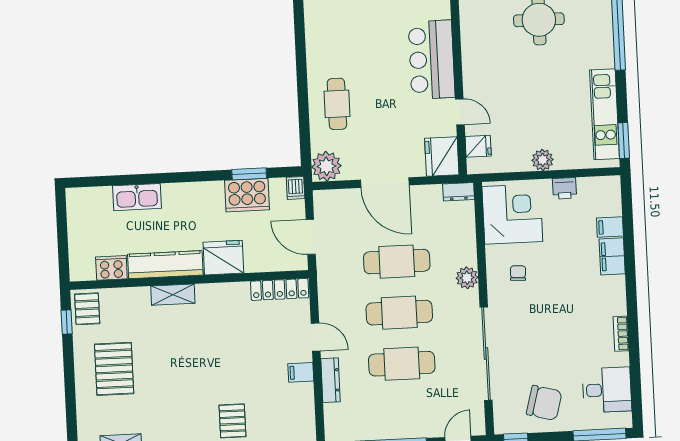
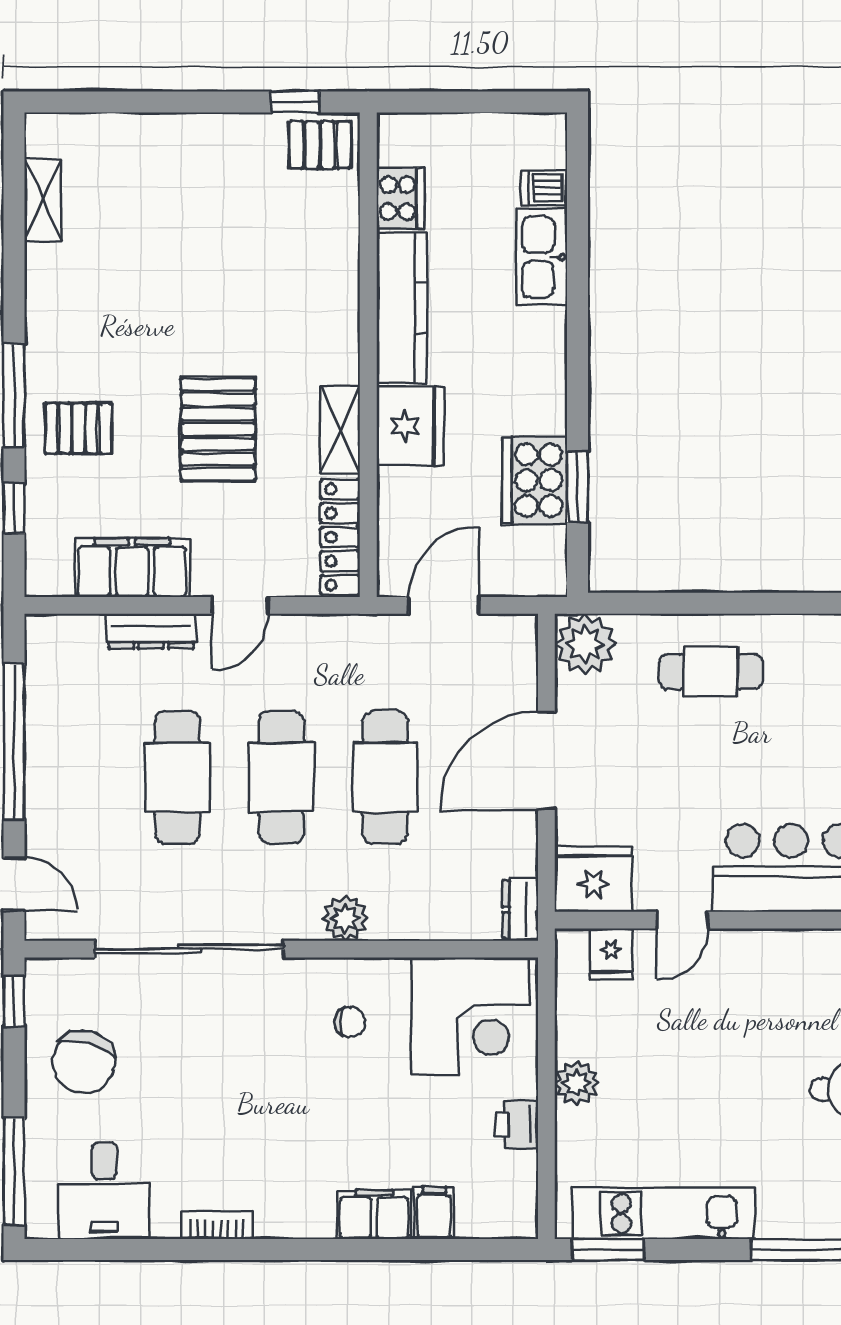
dishwasher: (296, 188) -> (544, 188), moved
shelving: (173, 295) -> (340, 430), moved
pallet: (114, 369) -> (218, 429), moved, turned 90
filing cabinet: (301, 372) -> (132, 568), width x3.00, depth x1.17

